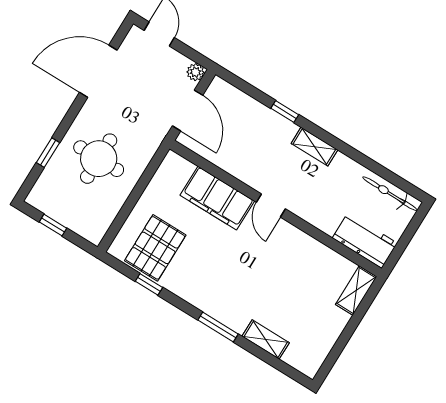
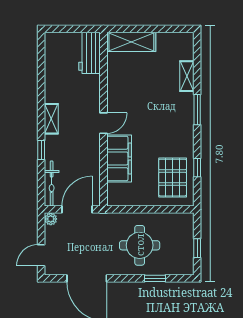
bicycle: (390, 194) -> (52, 183), moved
pallet: (155, 248) -> (173, 178), turned 90
shelving: (356, 290) -> (131, 42), width x1.50, depth x1.33

